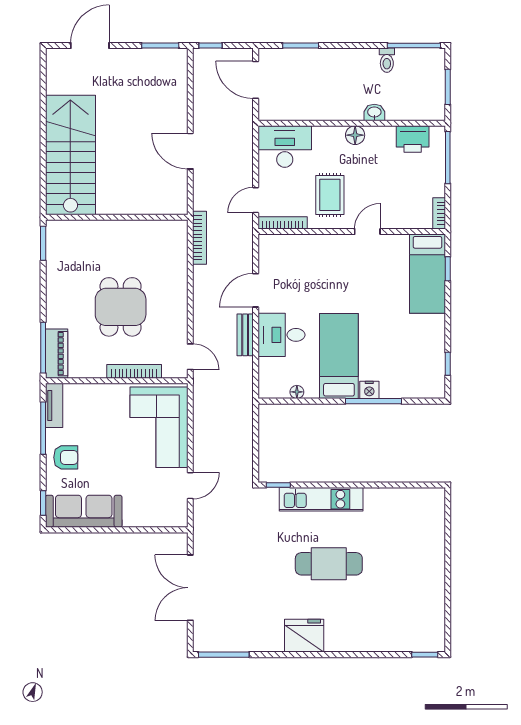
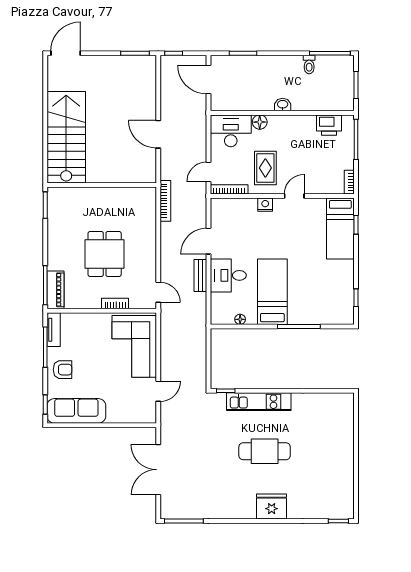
door: (90, 46) -> (66, 53), moved
washbasin: (374, 112) -> (283, 105), moved
floor lamp: (355, 135) -> (260, 122), moved
bookcase: (134, 371) -> (115, 303), width x0.64
nightstand: (369, 390) -> (265, 205), moved, turned 180
fridge: (304, 636) -> (272, 507), moved

